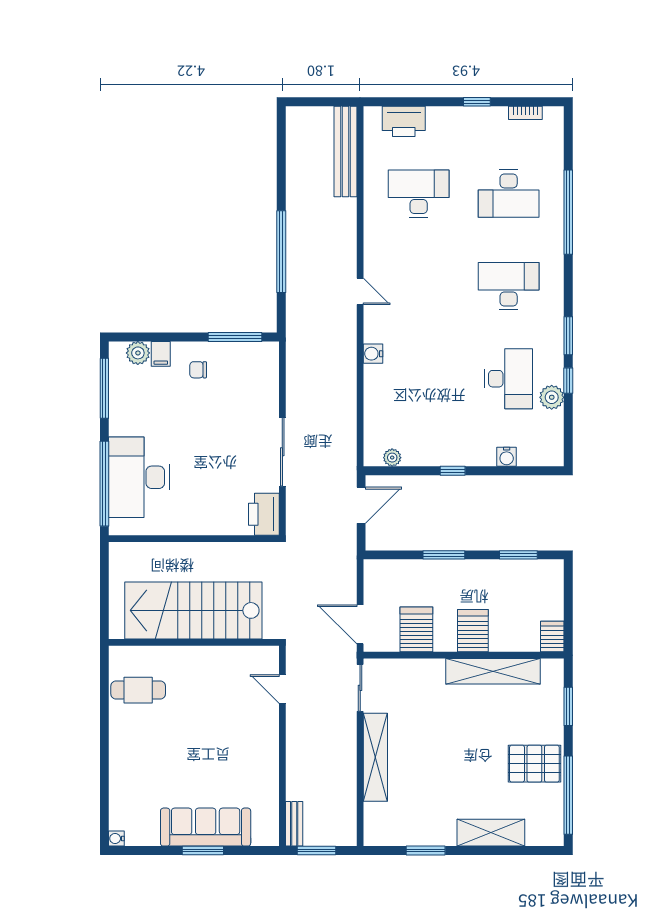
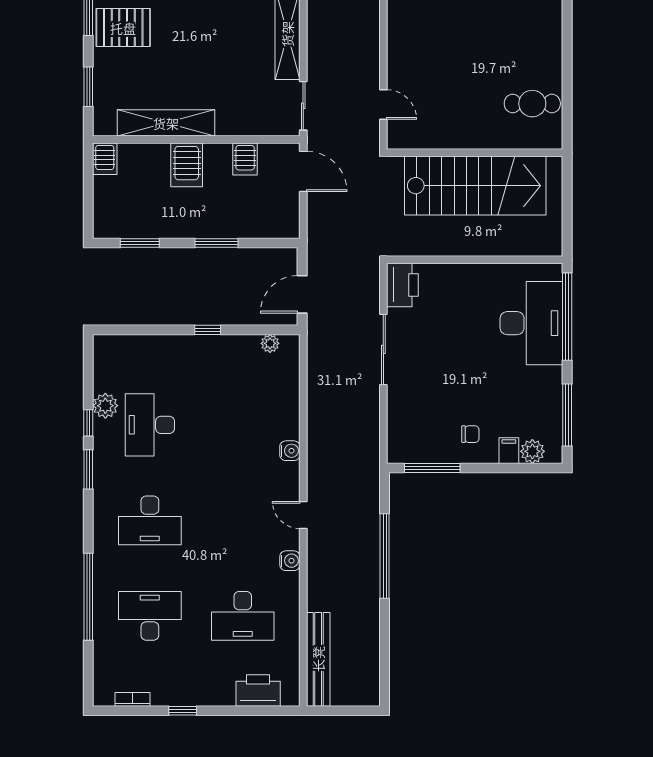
water cooler: (507, 457) -> (290, 561), moved, turned 90
server rack: (416, 629) -> (245, 159), width x0.73, depth x0.70

